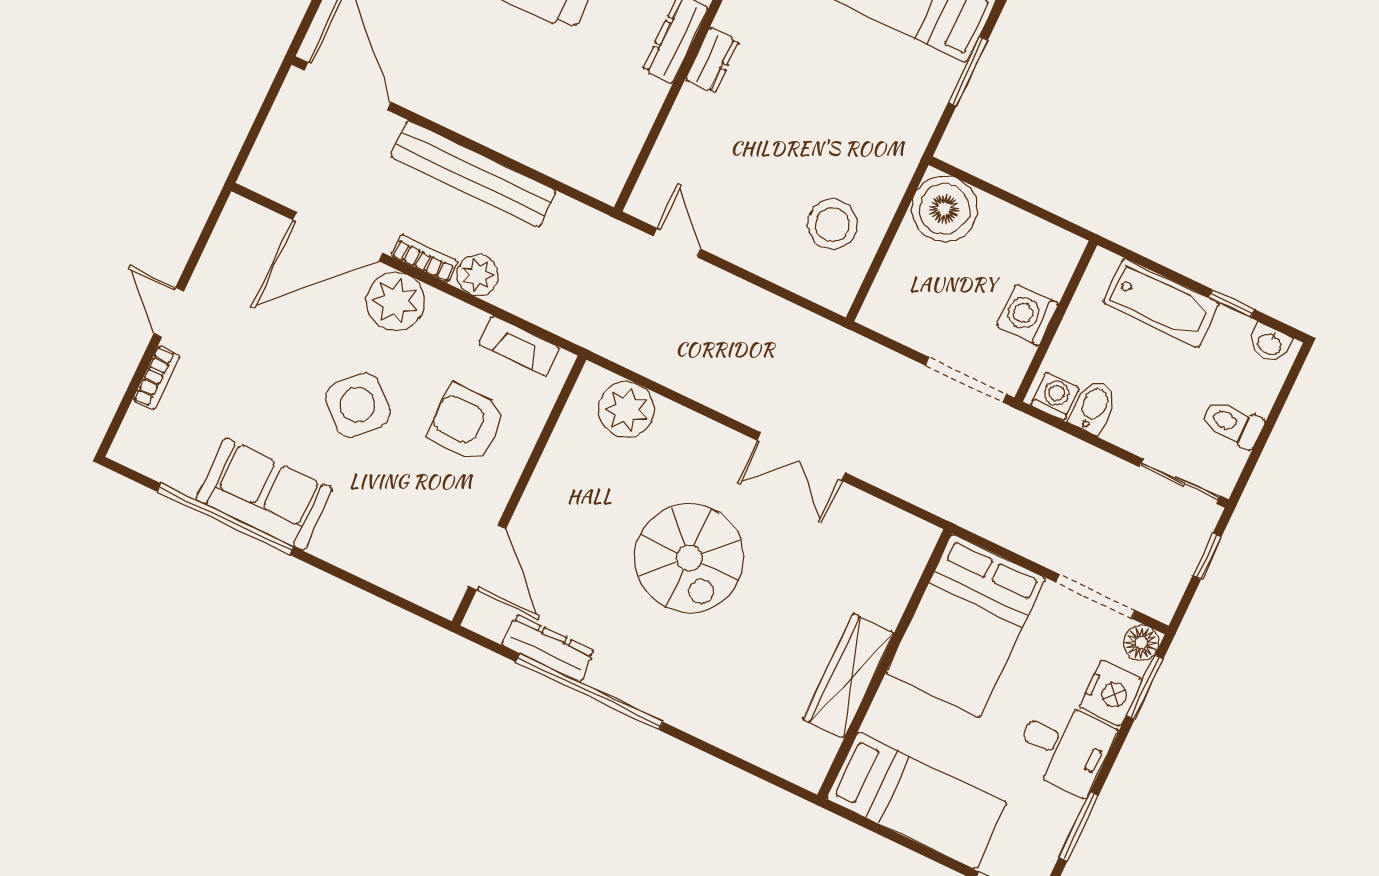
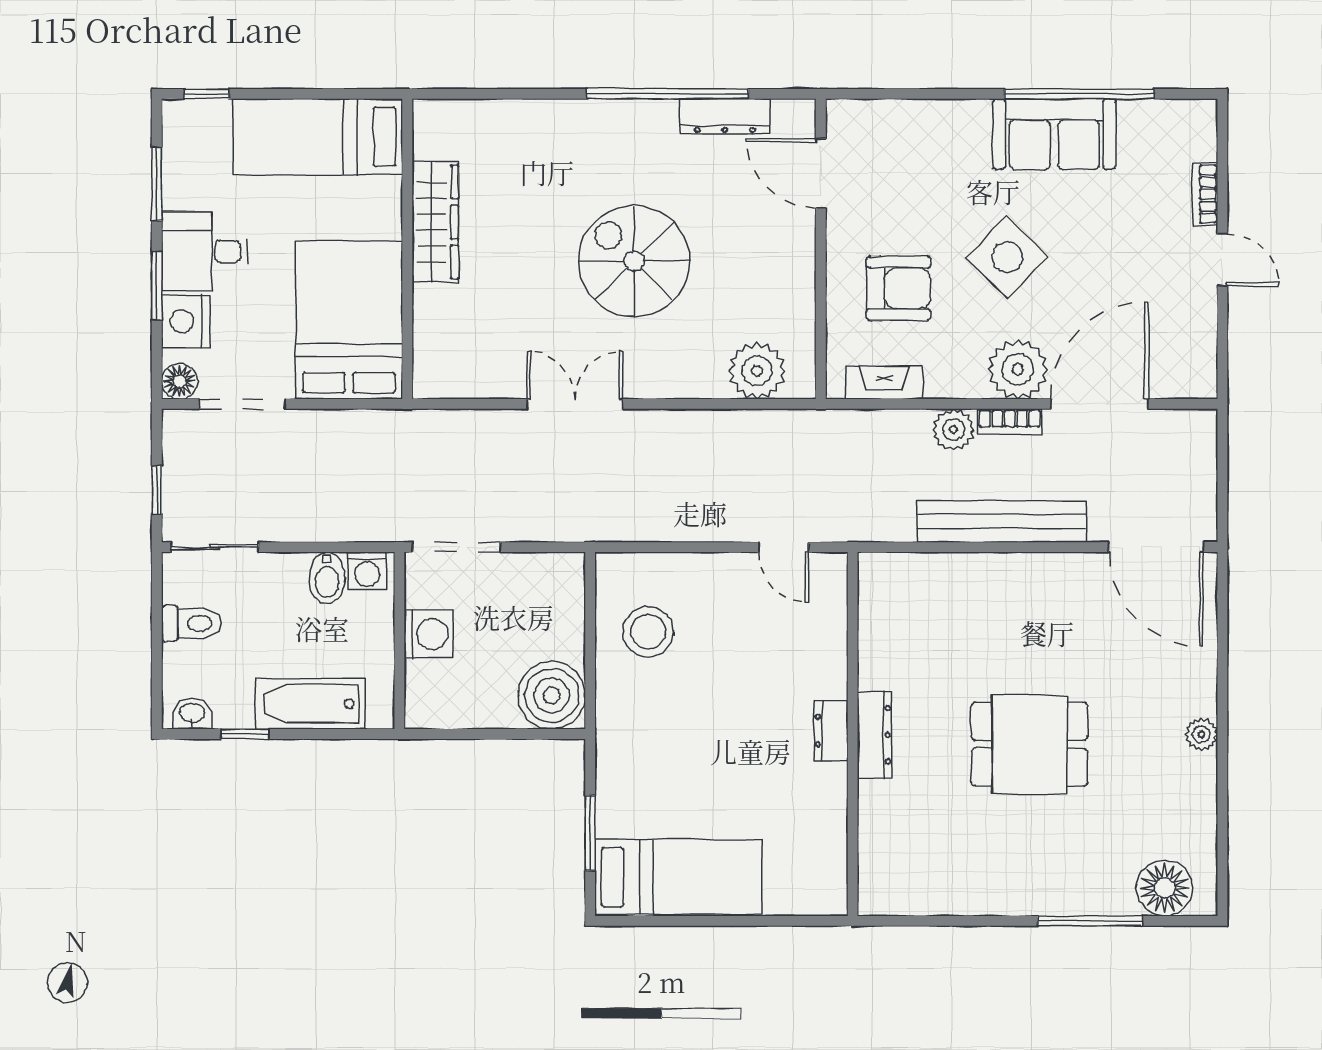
window: (1145, 687) -> (157, 286), moved

